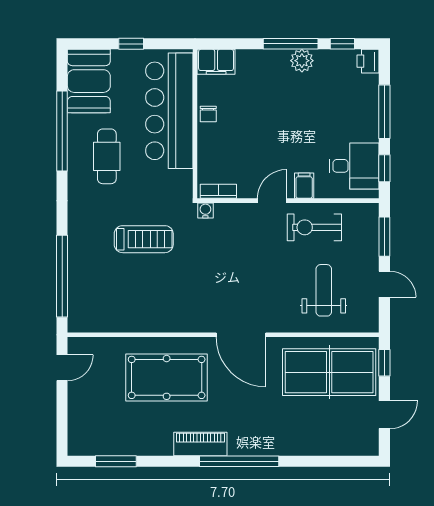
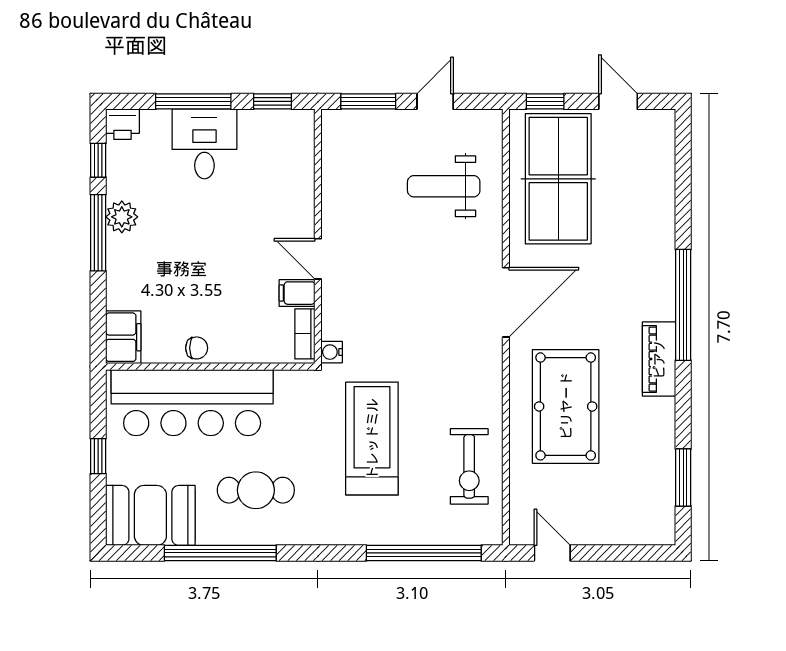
desk: (354, 166) -> (204, 144), moved
filing cabinet: (304, 186) -> (297, 293), moved
exercise bike: (314, 227) -> (469, 466), moved
treadmill: (144, 239) -> (372, 439), width x1.37, depth x1.38

